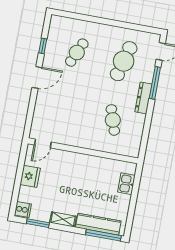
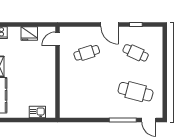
dresser: (143, 98) -> (109, 113), removed
cafe table: (113, 120) -> (87, 53), moved
door: (43, 143) -> (57, 39), hinge flipped

